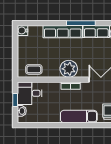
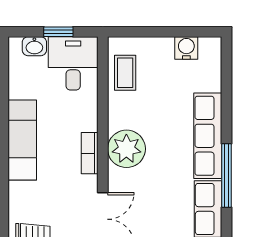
water cooler: (23, 30) -> (186, 48), moved
exam couch: (79, 117) -> (22, 140), moved

